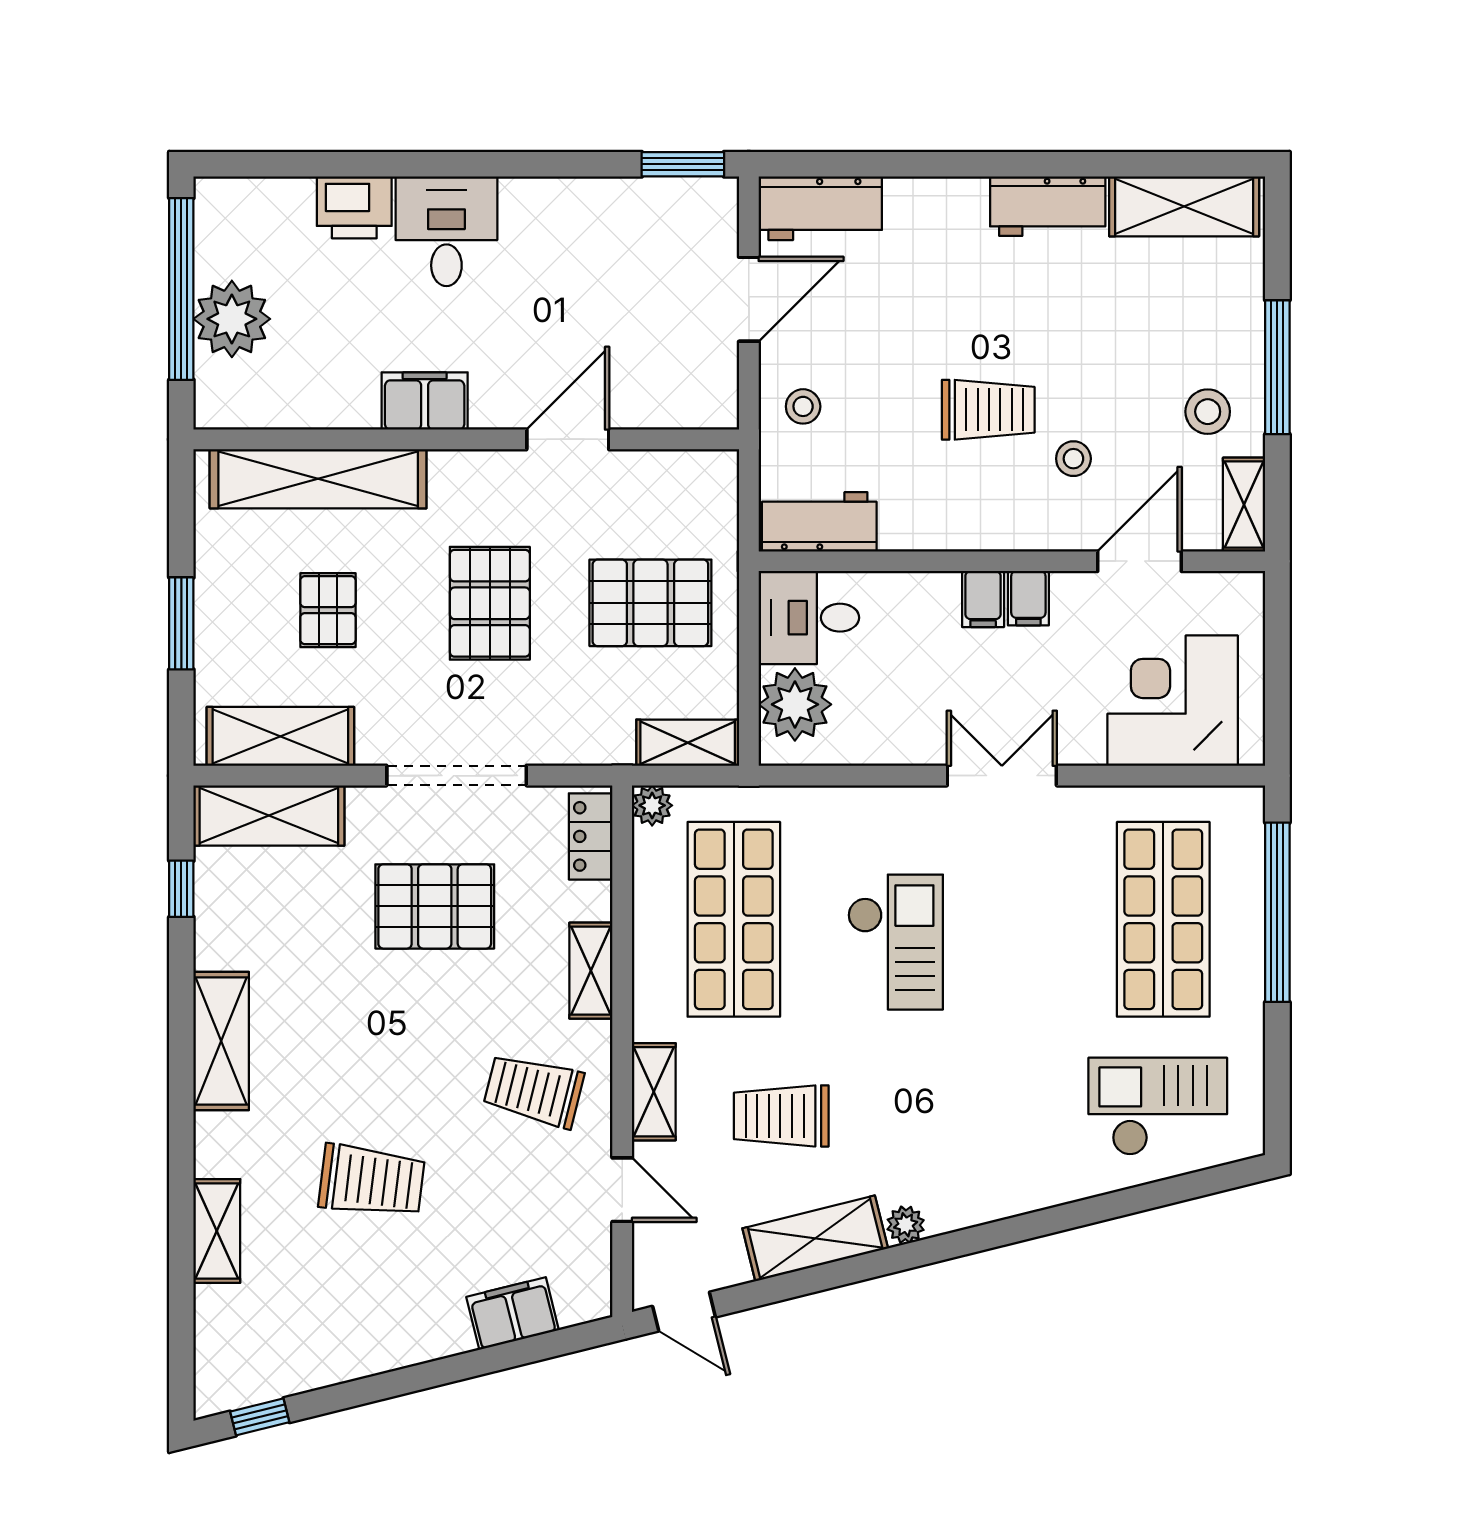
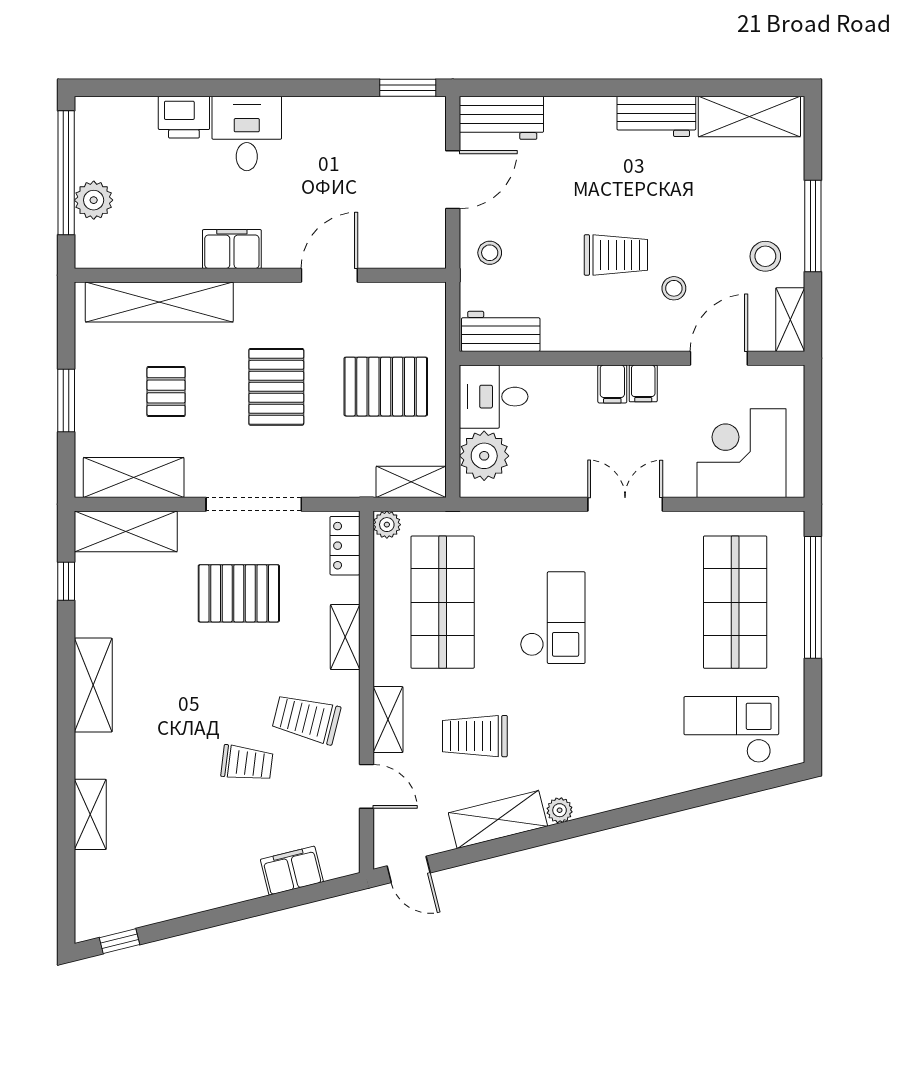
plant: (232, 319) -> (94, 200), width x0.73, depth x0.73
trolley: (372, 1181) -> (247, 763), moved, width x0.73, depth x0.72

